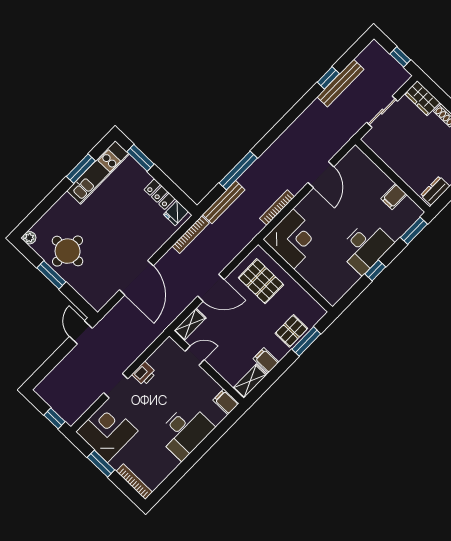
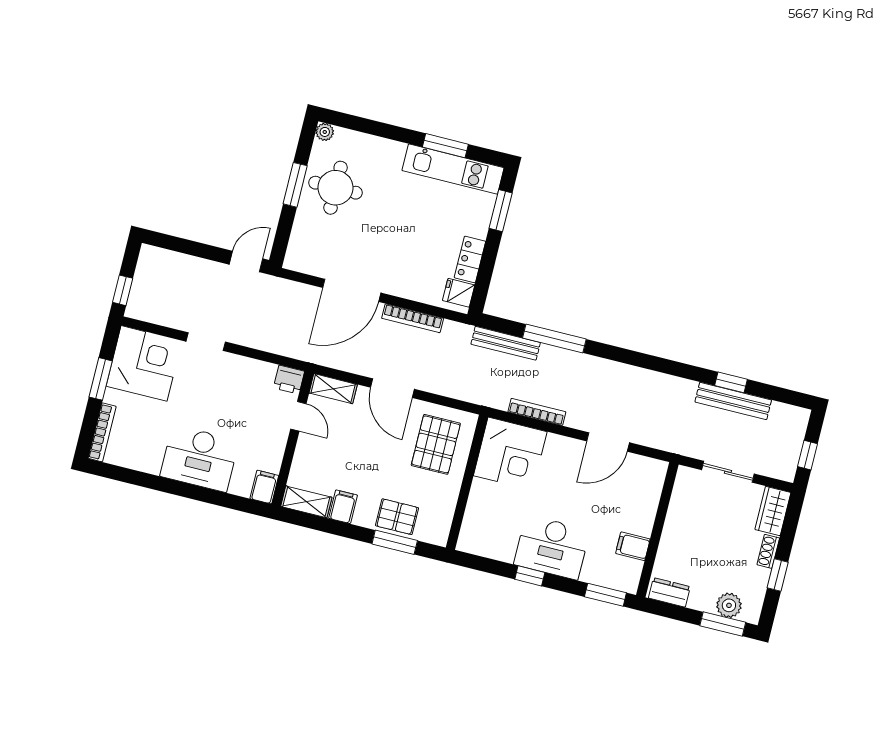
bookcase: (191, 235) -> (413, 318), moved
printer: (144, 374) -> (289, 380), moved

